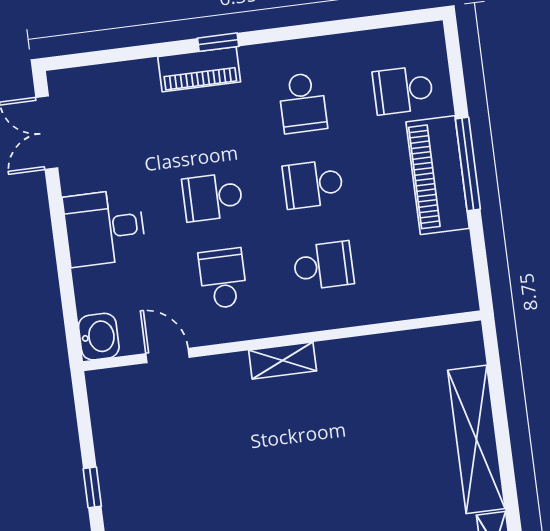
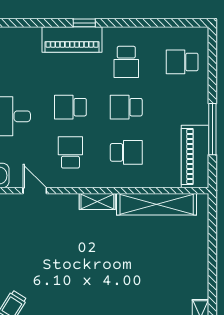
piano: (199, 69) -> (72, 39), width x1.37, depth x1.33
window: (468, 164) -> (212, 129), moved
piano: (438, 175) -> (195, 157), moved
shelving: (476, 439) -> (157, 204), moved, turned 90

